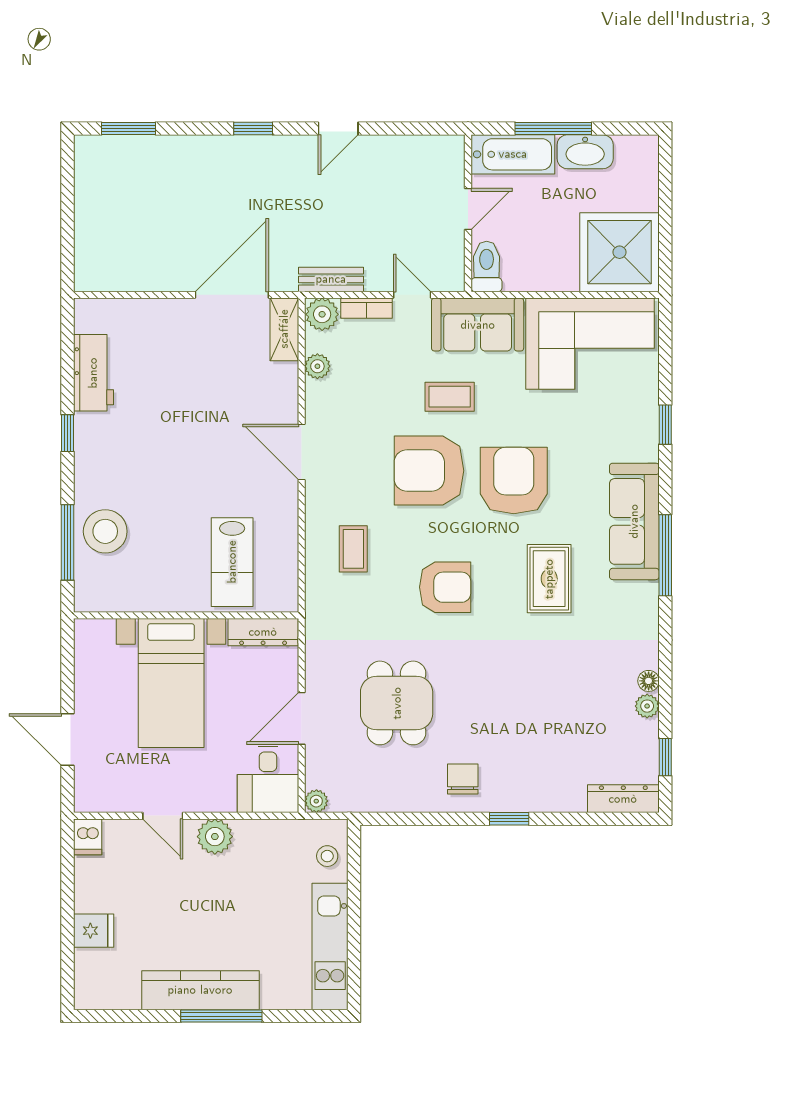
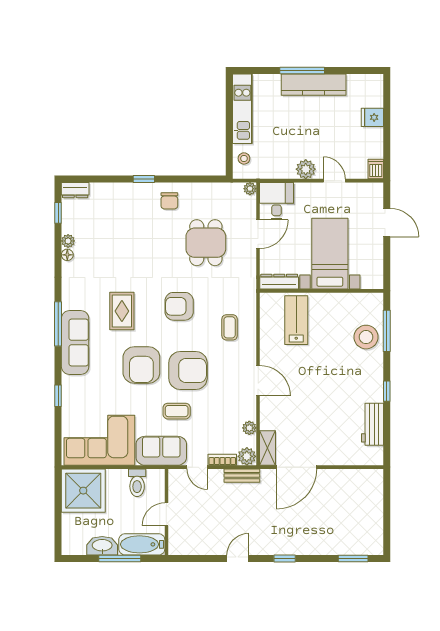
toilet: (487, 266) -> (137, 483), moved
dresser: (623, 799) -> (75, 190), width x0.70

